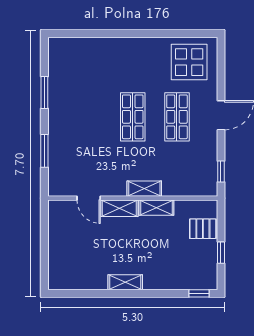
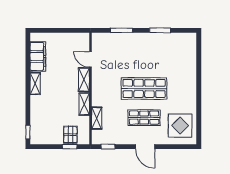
shop shelf: (133, 117) -> (144, 88), width x1.43, depth x1.36
shelving: (144, 189) -> (97, 118), moved
door: (89, 198) -> (90, 59), hinge flipped
window: (221, 253) -> (70, 147), moved
filing cabinet: (84, 278) -> (38, 56), added

